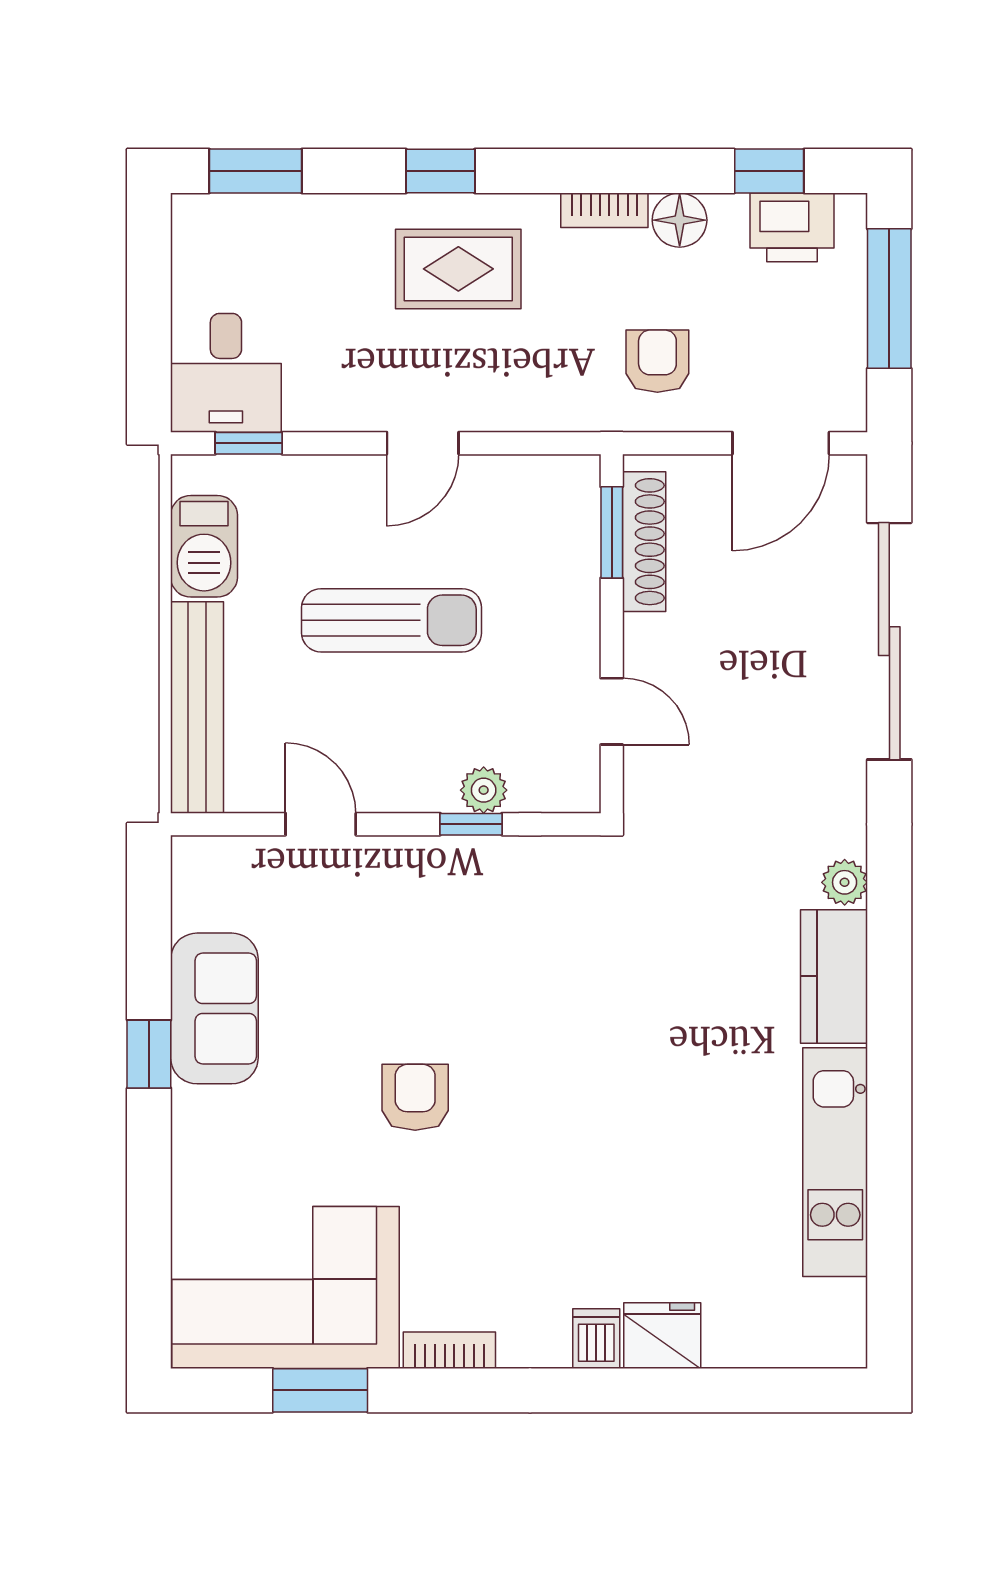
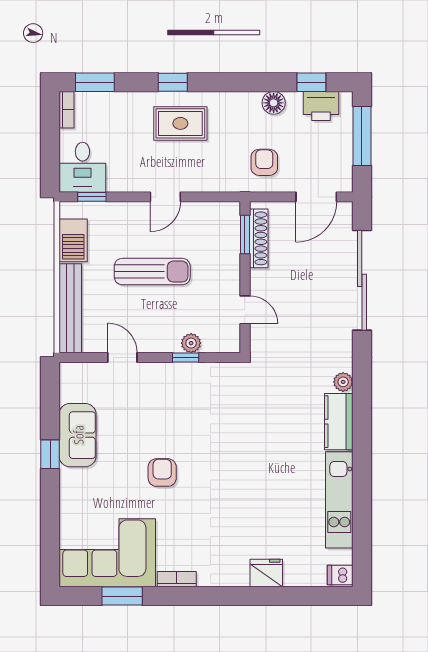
bookcase: (604, 210) -> (67, 110), moved, turned -90
dishwasher: (596, 1339) -> (340, 575), moved, turned -90

